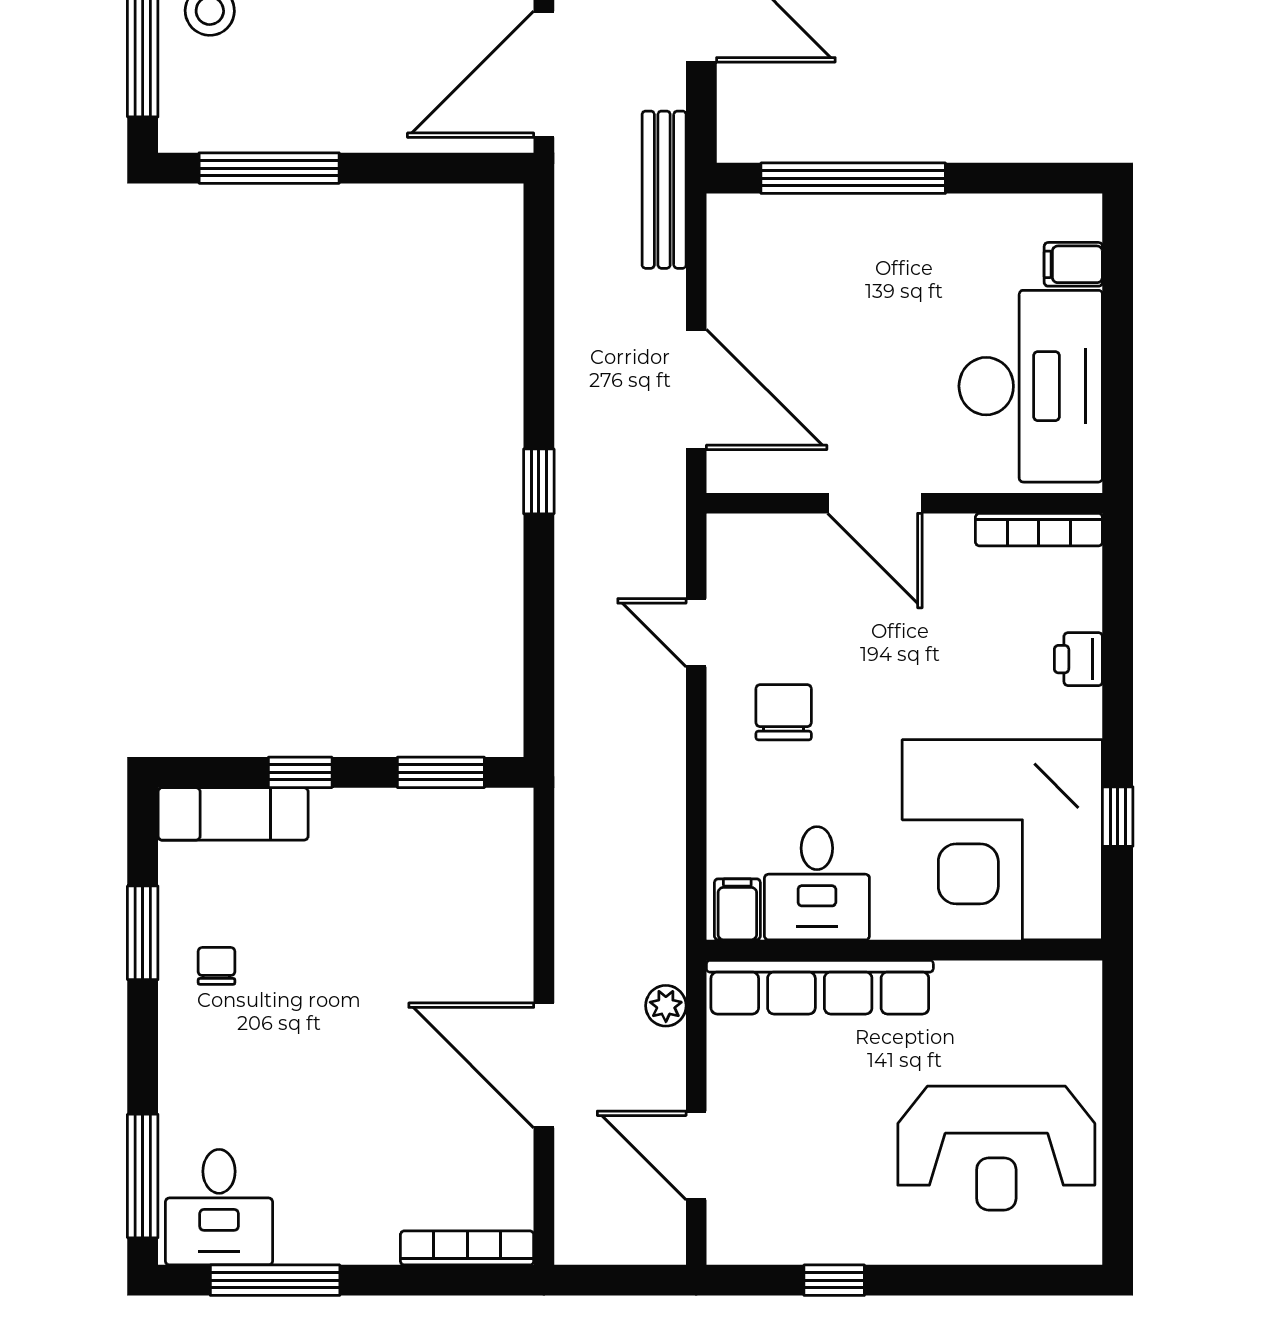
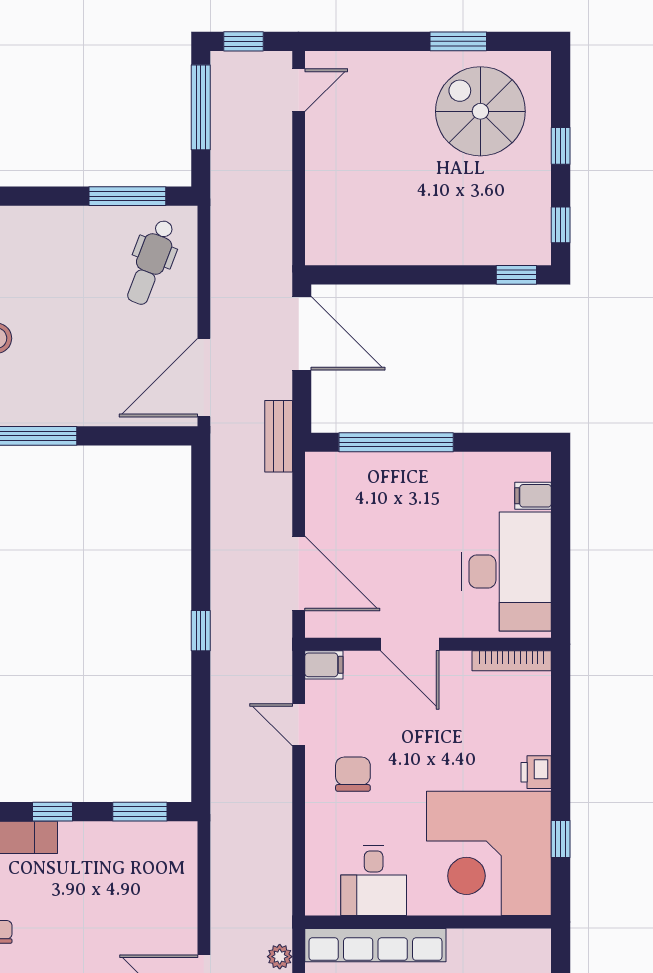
bench: (664, 190) -> (279, 436), width x0.73
printer: (1078, 659) -> (536, 772), moved
filing cabinet: (737, 909) -> (324, 665), moved, turned 90

